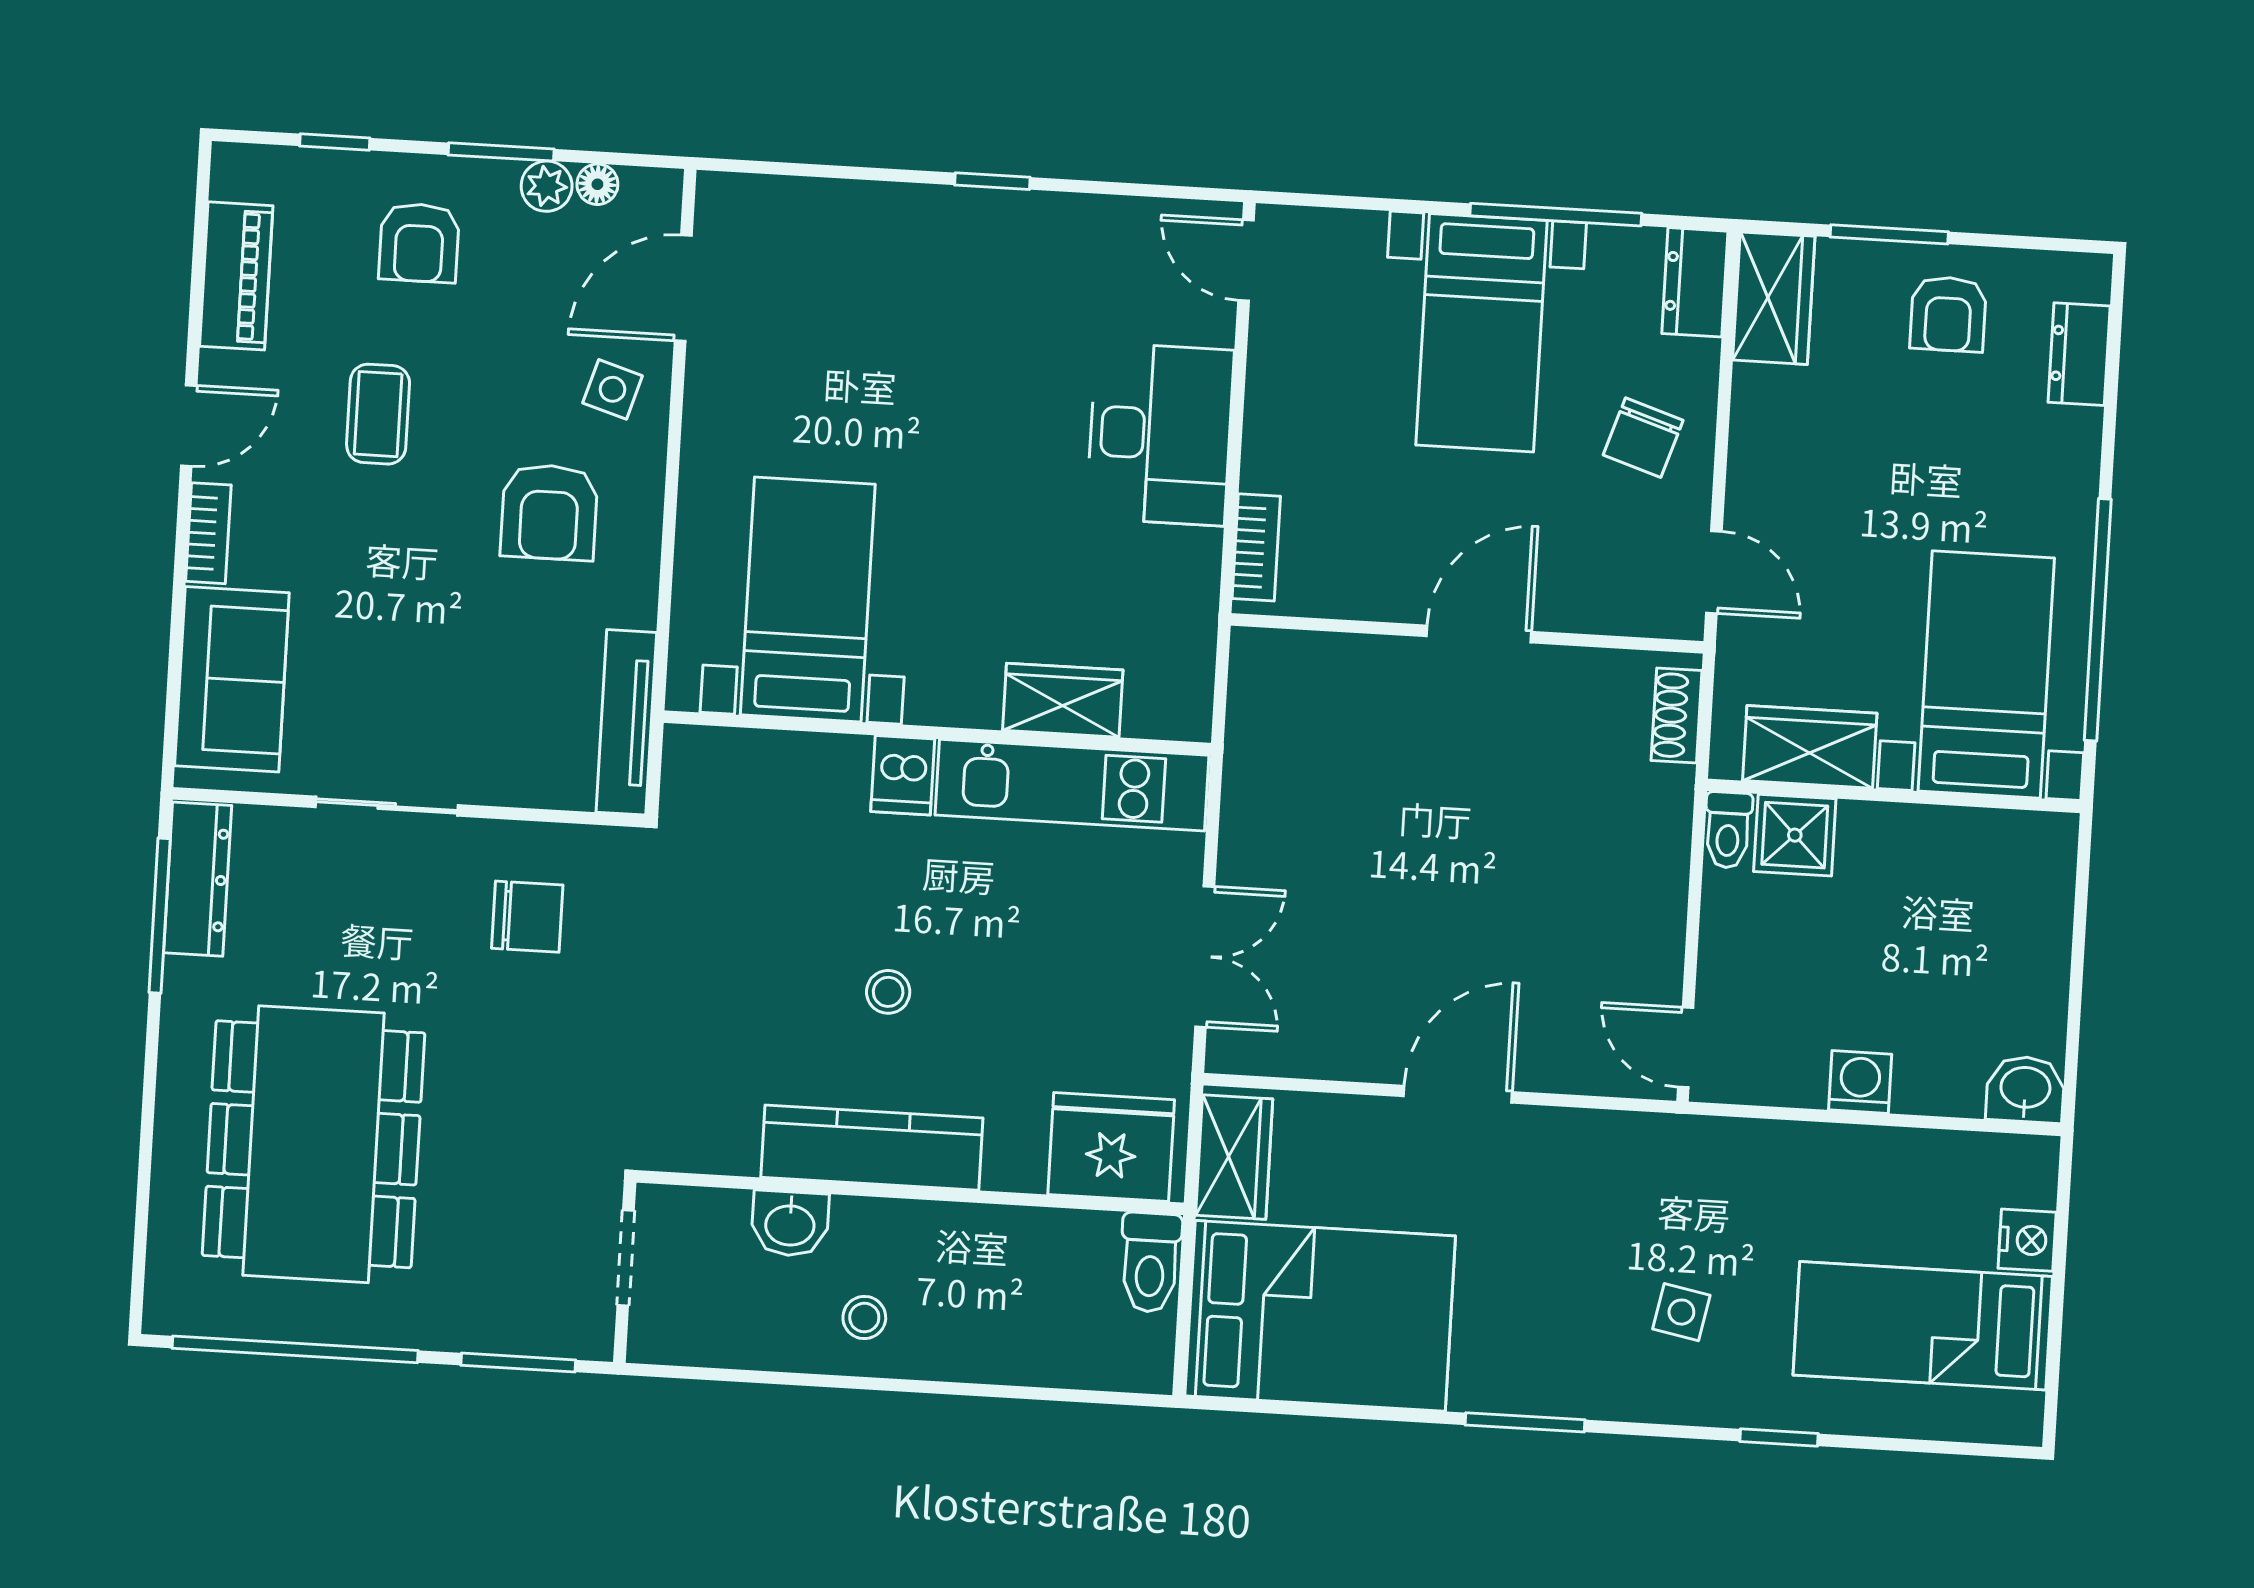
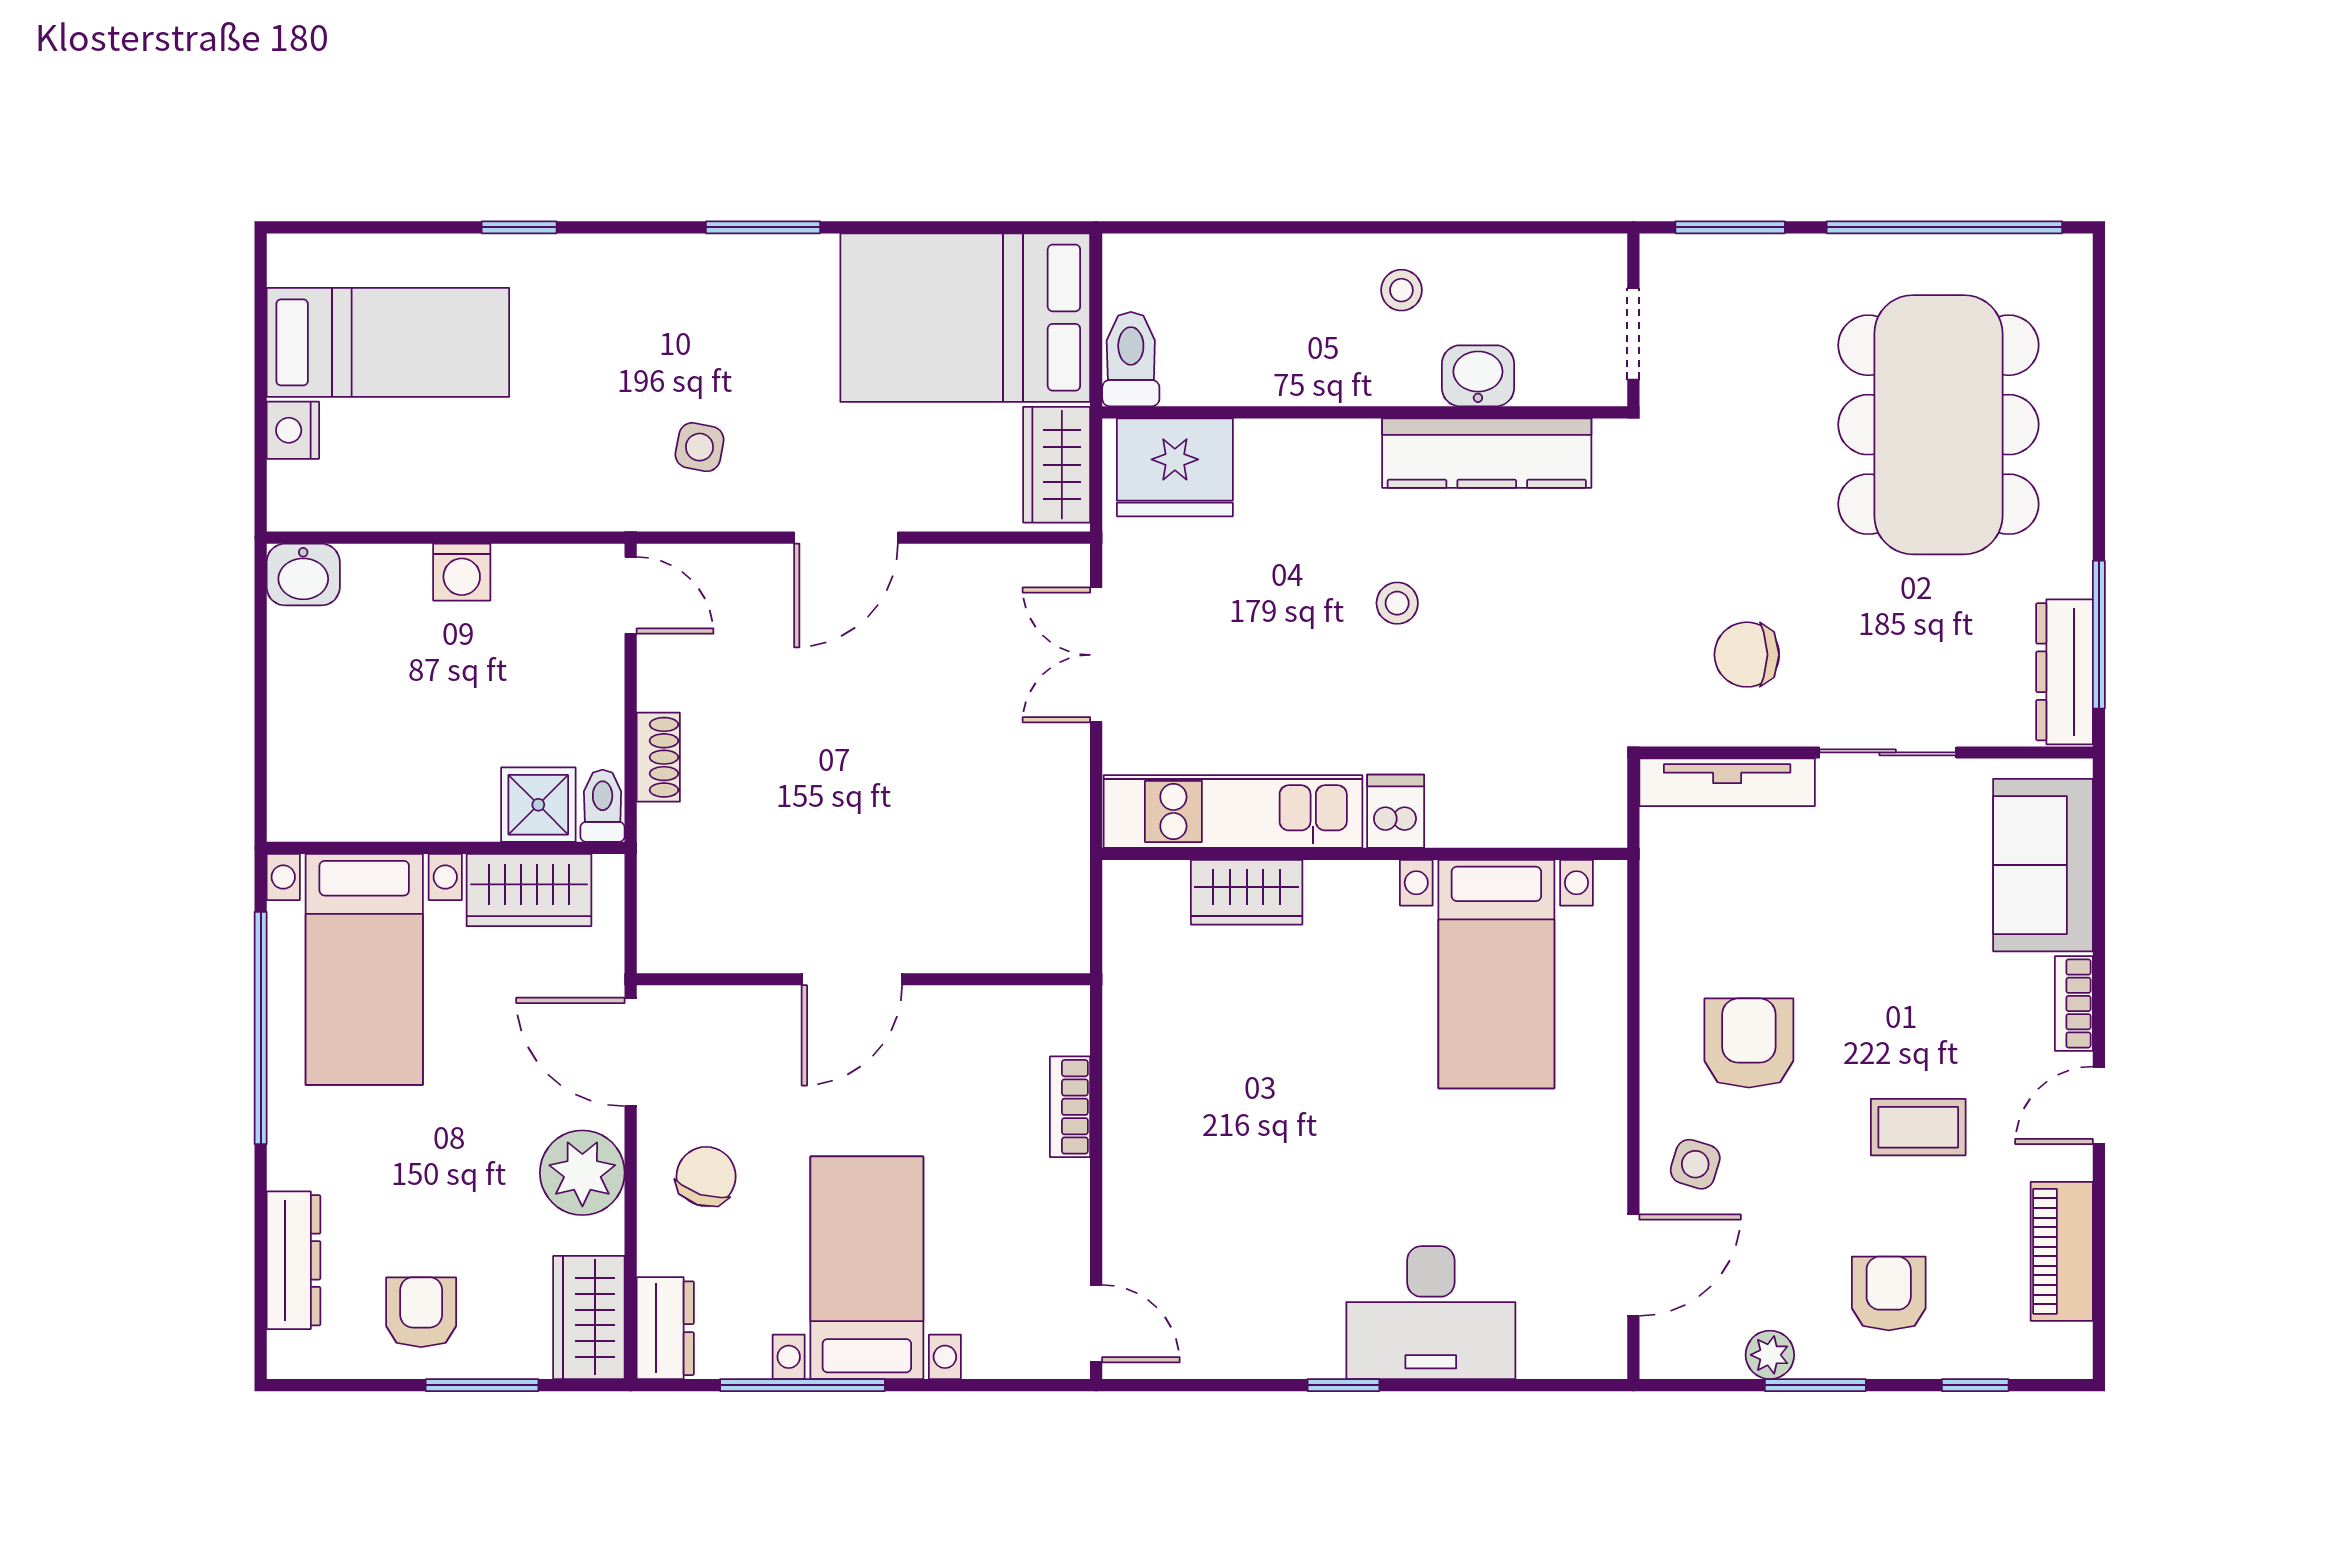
floor lamp: (597, 184) -> (1721, 1360), removed
dresser: (2079, 354) -> (294, 1260), width x1.44
coffee table: (378, 414) -> (1918, 1127), turned 90
desk: (1160, 434) -> (1431, 1313), moved, turned -90
plant: (1772, 449) -> (582, 1173), added
bookcase: (1256, 547) -> (1070, 1107), moved
door: (1714, 572) -> (631, 1052), width x1.38
shoe rack: (1677, 716) -> (658, 757), moved
tv unit: (626, 722) -> (1727, 782), moved, turned 90
kitchen counter: (872, 1148) -> (1487, 453), moved
side table: (1681, 1312) -> (700, 447), moved

